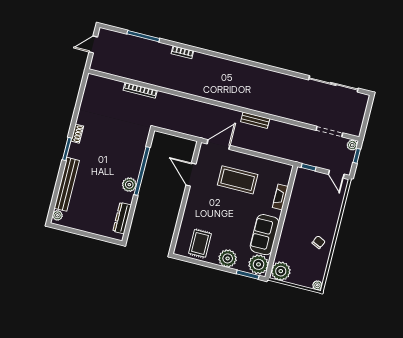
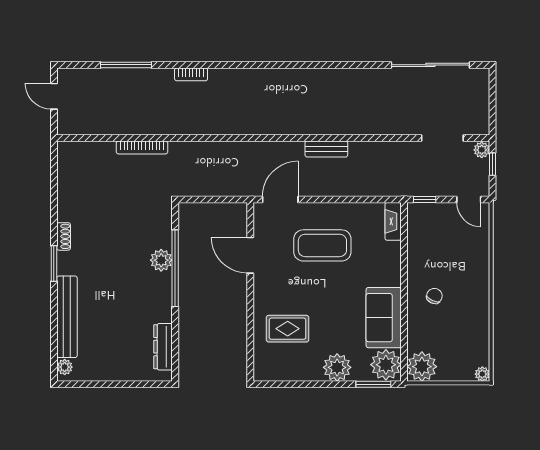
door: (93, 44) -> (54, 96), hinge flipped
plant: (129, 185) -> (161, 260), moved
fireplace: (280, 197) -> (393, 221), moved
chair: (319, 242) -> (434, 296), moved
rug: (200, 243) -> (288, 329), moved, turned 90

